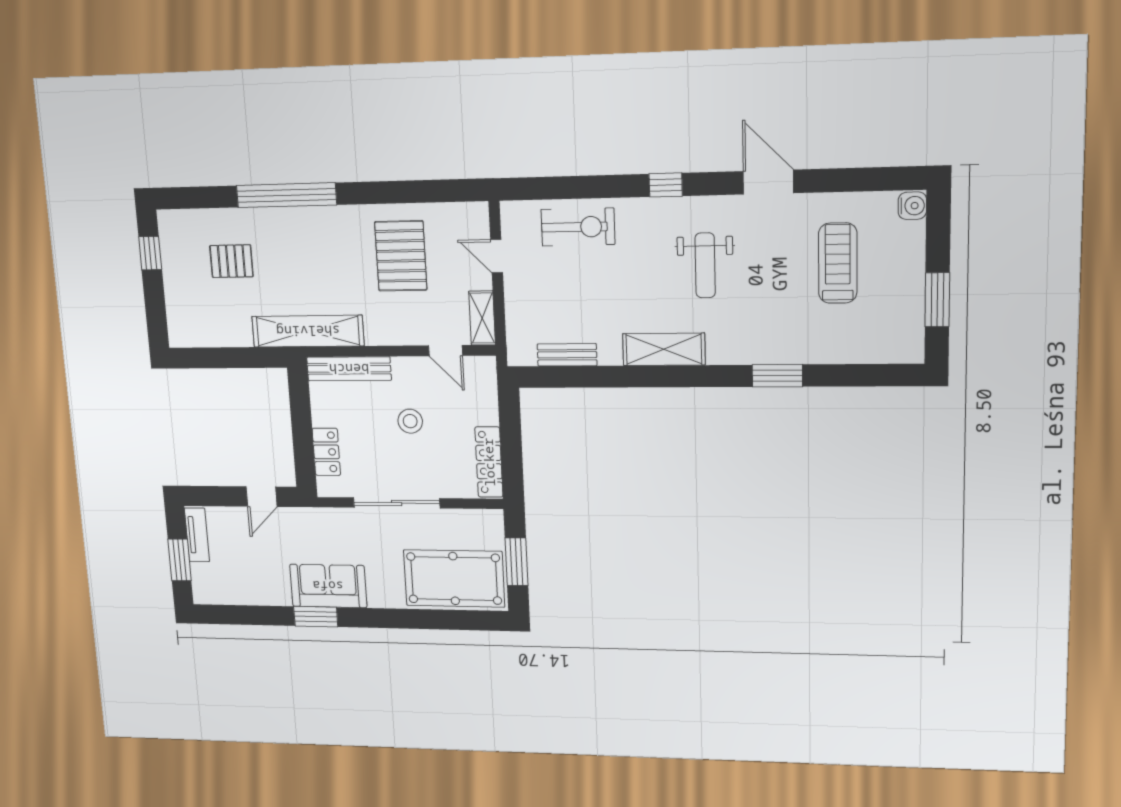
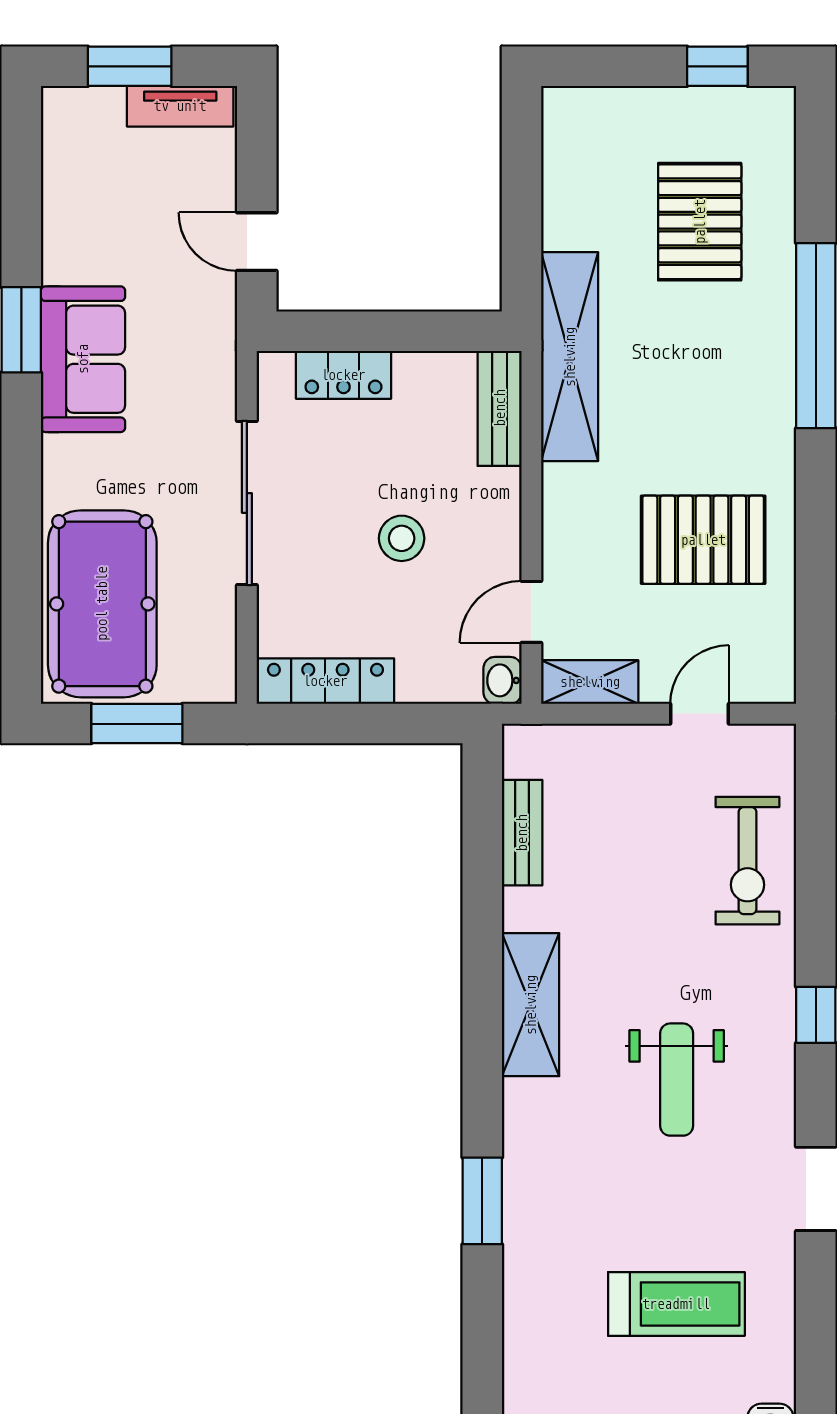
pallet: (231, 261) -> (700, 222), width x1.50, depth x1.42
weight bench: (705, 265) -> (677, 1080), turned -90
washbasin: (484, 366) -> (503, 680), added
bench: (349, 369) -> (500, 408), width x0.73

